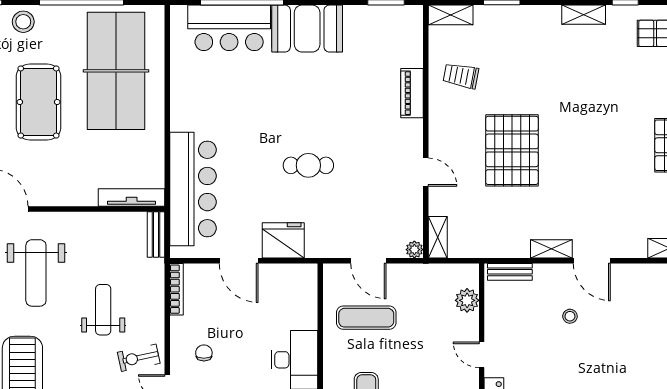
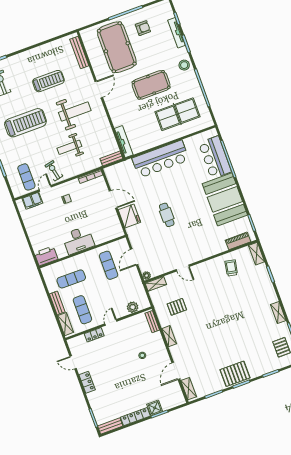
booth: (307, 29) -> (225, 199), width x1.36, depth x1.42
table tennis table: (116, 71) -> (177, 114), width x0.73, depth x0.76
piano: (412, 93) -> (238, 241), moved
pallet: (512, 150) -> (177, 307), moved, width x0.49, depth x0.50
door: (426, 172) -> (183, 268), hinge flipped
bar counter: (193, 189) -> (161, 159), moved
door: (239, 261) -> (113, 199), swing flipped
door: (592, 261) -> (176, 371), moved
weight bench: (36, 273) -> (75, 111), turned 180
weight bench: (103, 310) -> (69, 147), turned 180

